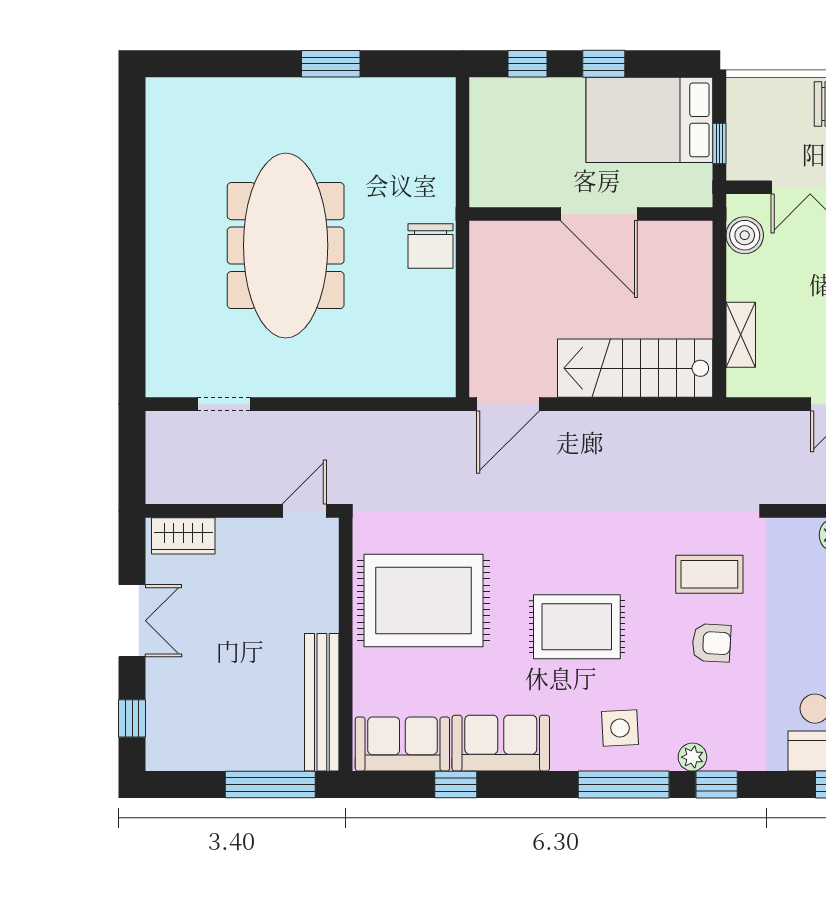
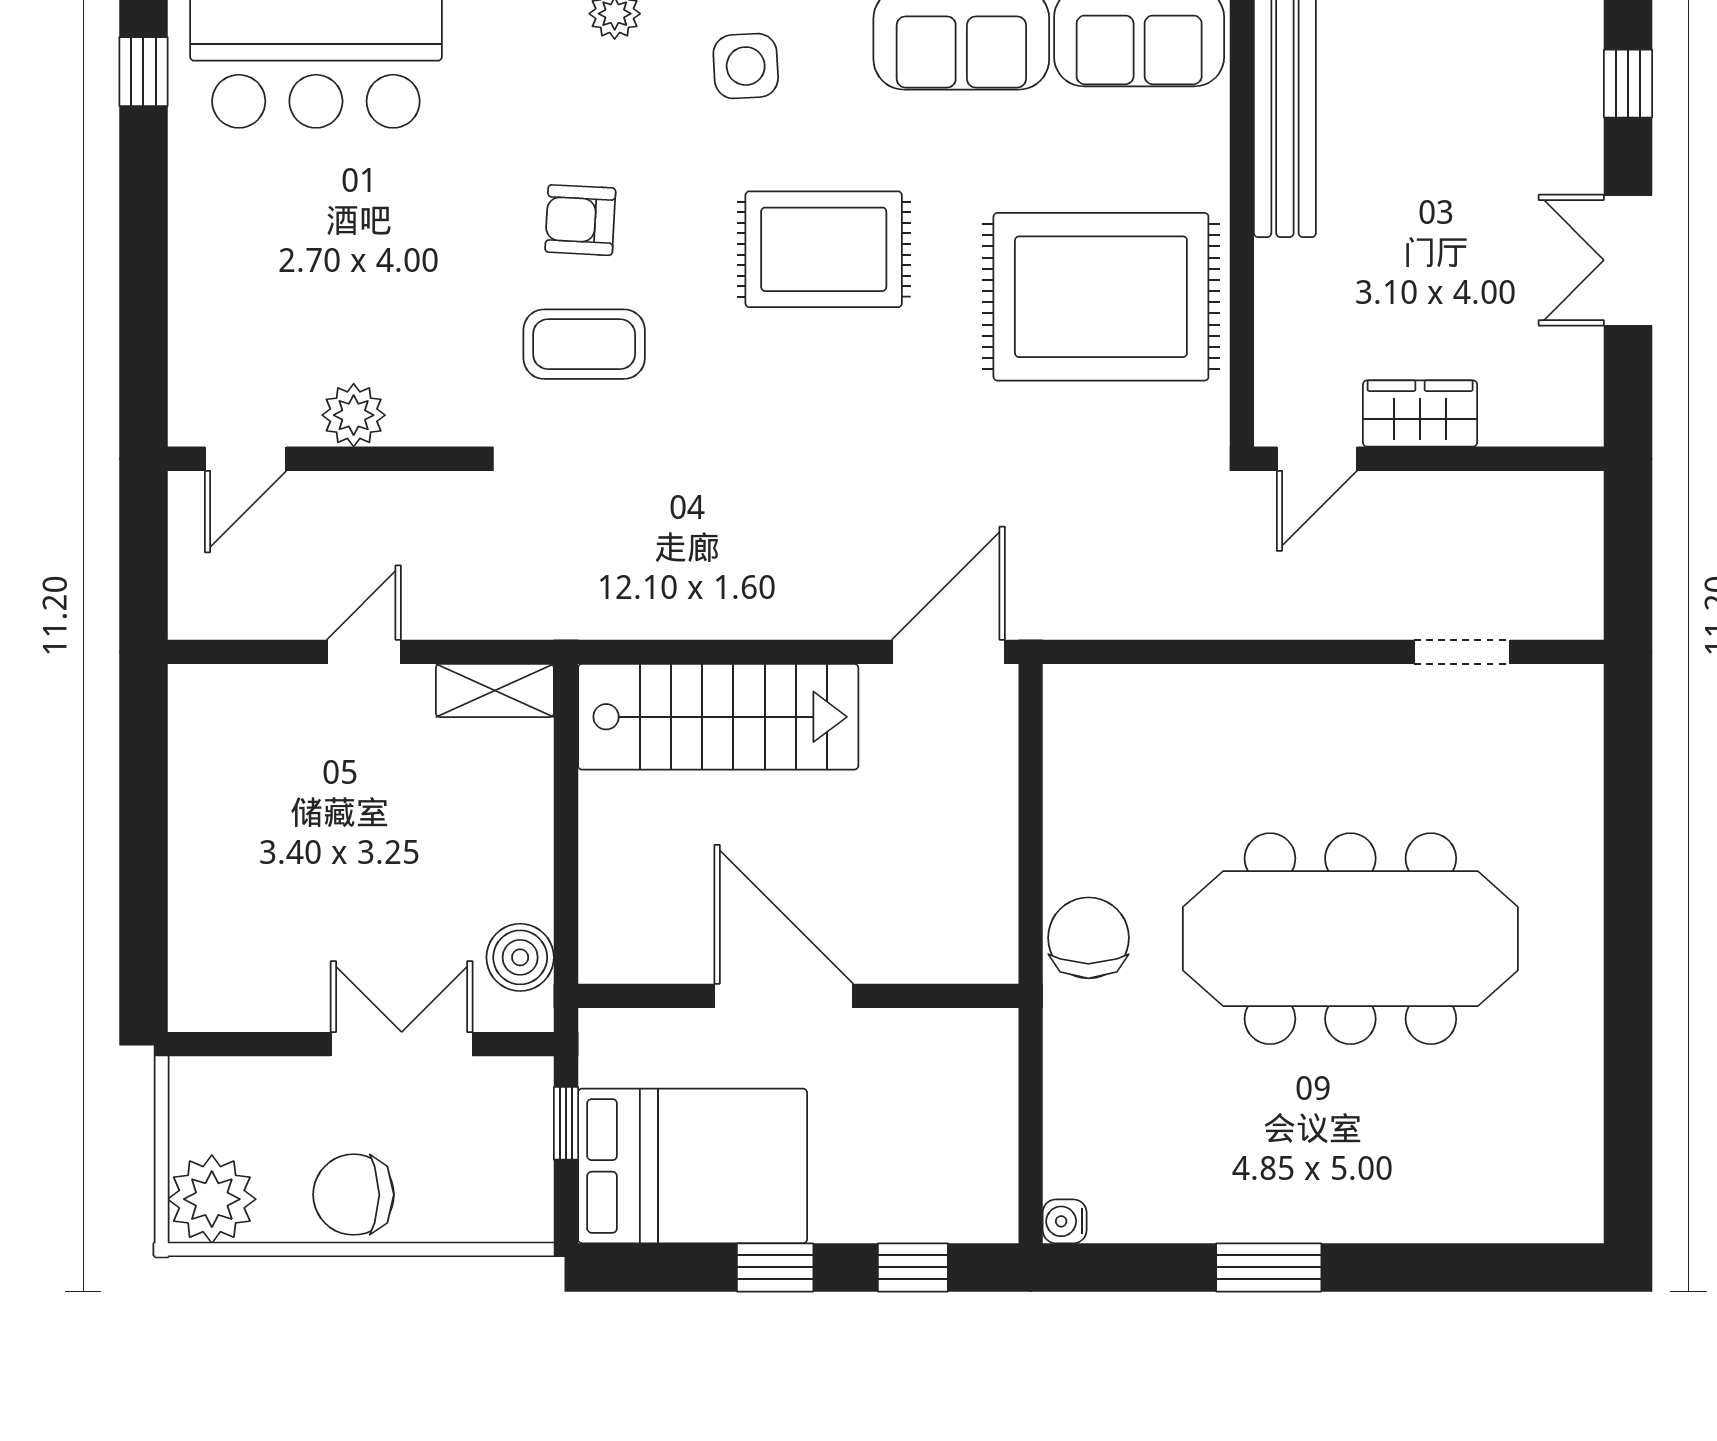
water cooler: (444, 89) -> (1065, 1221), added
meeting table: (286, 246) -> (1350, 939), turned 90
shelving: (741, 335) -> (495, 690), moved, turned 90
wardrobe: (183, 536) -> (1420, 414), moved

